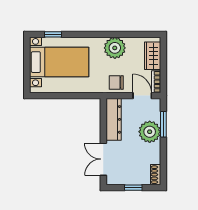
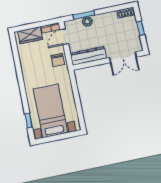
plant: (115, 48) -> (30, 67), removed
plant: (150, 132) -> (87, 21), width x0.53, depth x0.53

